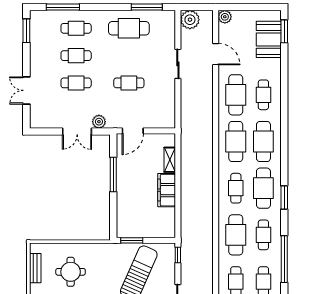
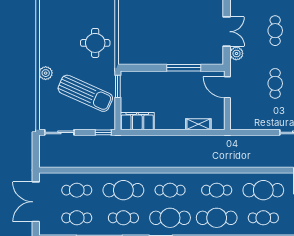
double door: (77, 132) -> (227, 32), swing flipped
cafe table: (236, 142) -> (217, 190), width x0.73, depth x0.74
filing cabinet: (167, 190) -> (137, 121), moved
round table: (71, 272) -> (95, 43), moved

